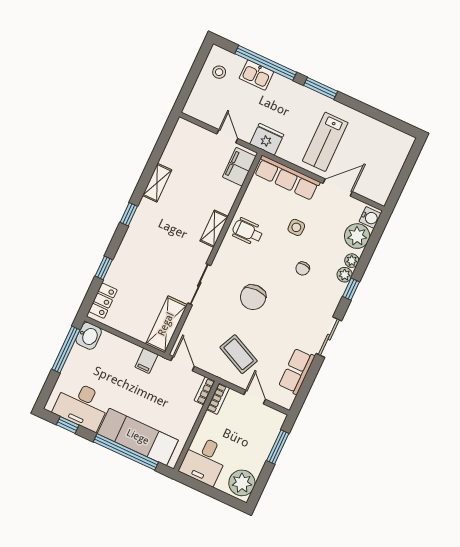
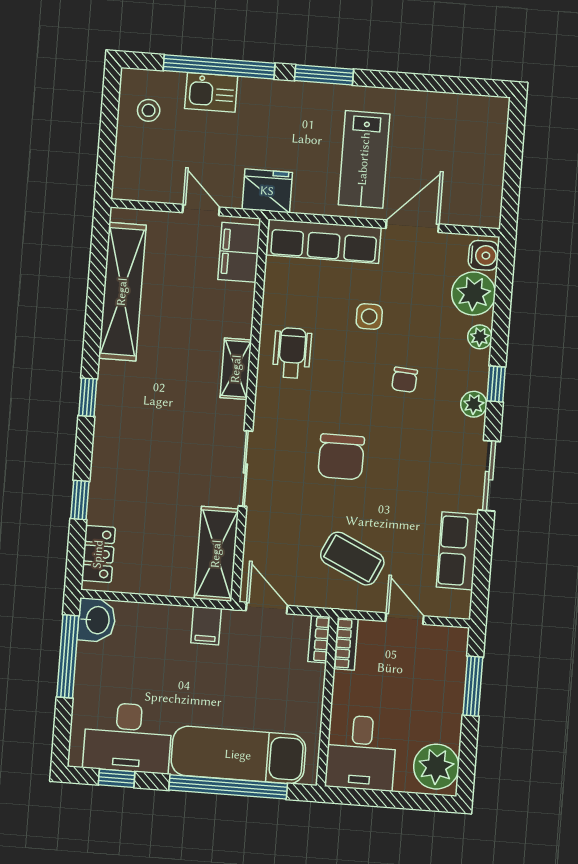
shelving: (157, 183) -> (122, 292), width x2.20, depth x1.33
wheelchair: (248, 231) -> (292, 353), turned 90
plant: (345, 275) -> (474, 404), moved

